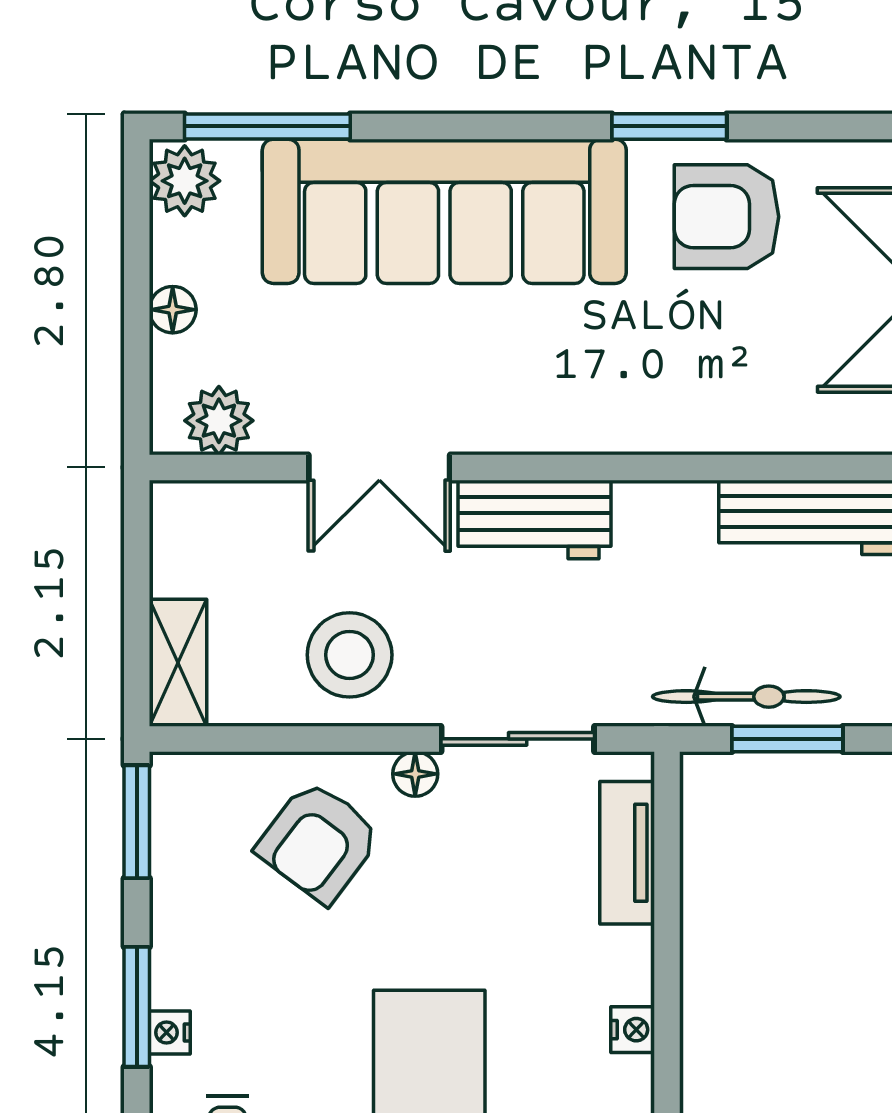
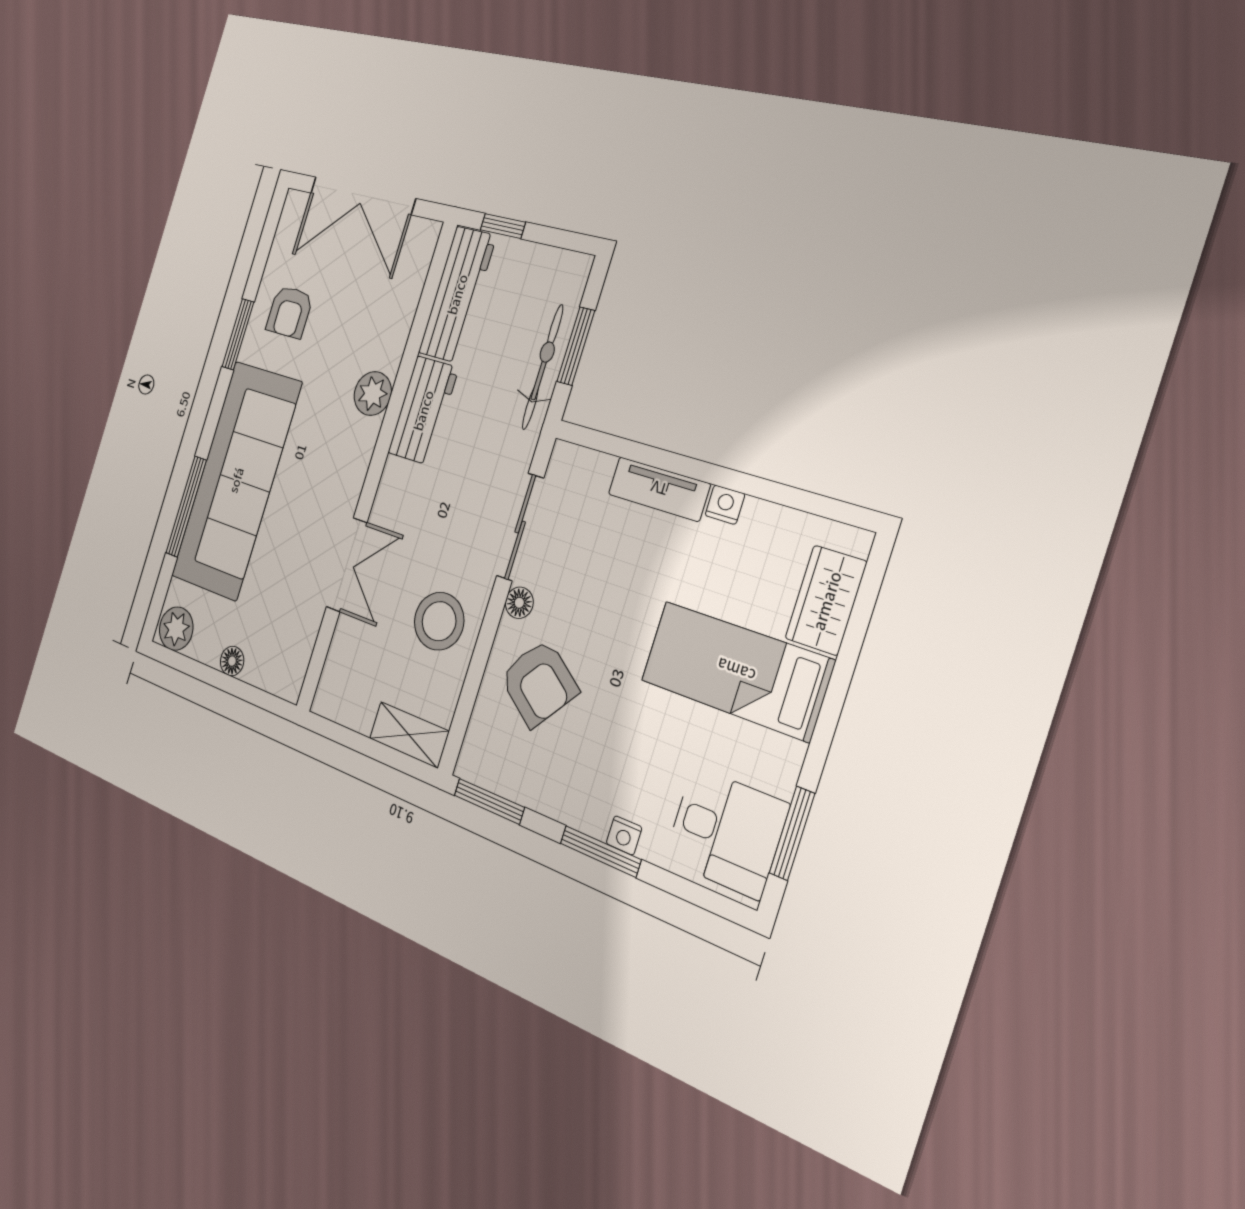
window: (267, 126) -> (186, 507), moved
armchair: (726, 217) -> (290, 312), width x0.72, depth x0.72
plant: (219, 421) -> (373, 394), moved
workbench: (535, 520) -> (423, 410), moved
tv unit: (627, 853) -> (659, 489), moved

